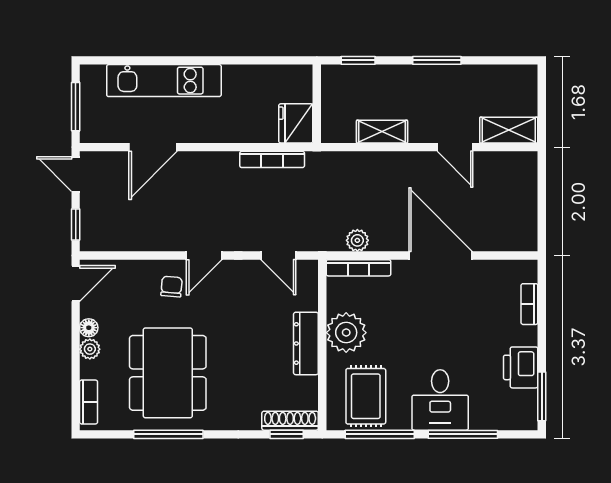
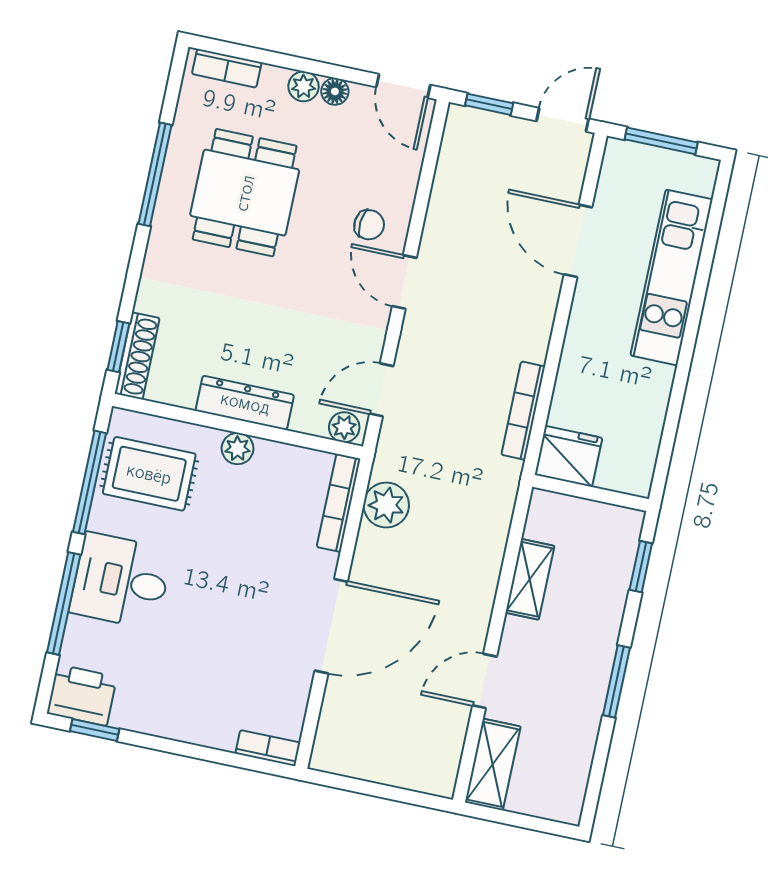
plant: (357, 240) -> (386, 505), width x1.38, depth x1.38
plant: (308, 275) -> (344, 427), added
bookcase: (529, 304) -> (268, 748), moved
plant: (346, 333) -> (238, 449), width x0.53, depth x0.53
printer: (521, 367) -> (82, 695), moved
dining table: (168, 373) -> (245, 193), width x0.73
window: (542, 396) -> (95, 730), width x0.67

